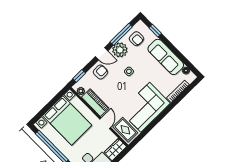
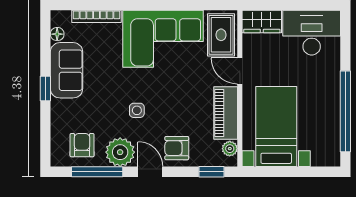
window: (155, 31) -> (45, 89), moved
sofa: (166, 57) -> (67, 70), width x0.73
bed with nightstands: (67, 120) -> (276, 127), width x0.73
door: (105, 123) -> (240, 71), hinge flipped

